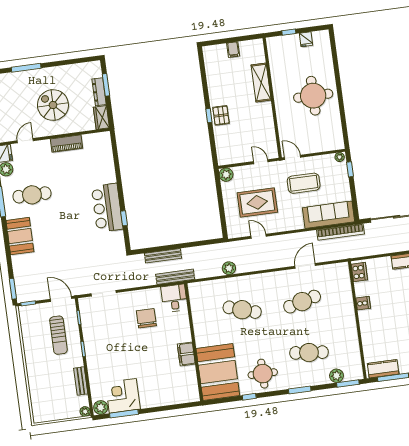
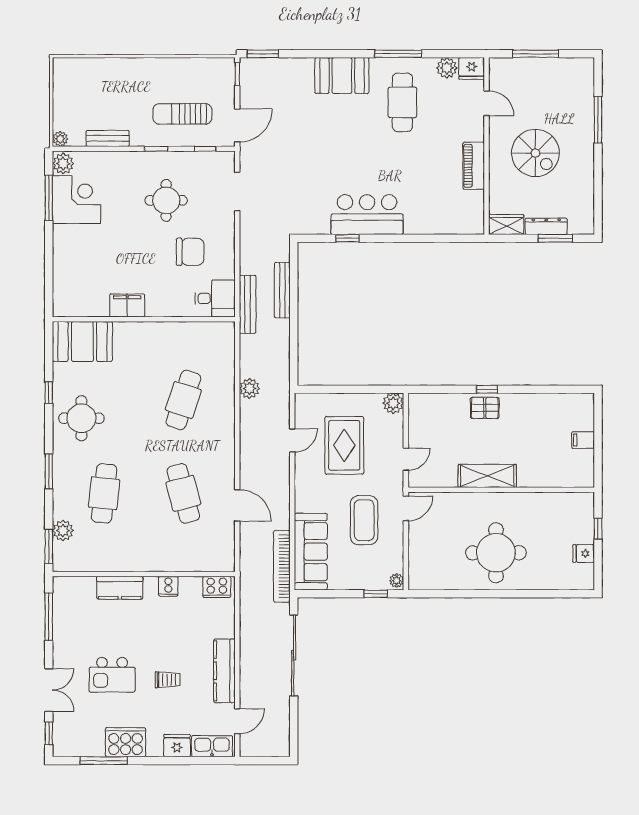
shelving: (261, 83) -> (487, 476), moved
spiral stairs: (53, 105) -> (535, 153), turned 90
round table: (115, 338) -> (166, 200), added
kitchen counter: (383, 369) -> (120, 588), moved, turned 90
booth: (218, 372) -> (82, 341), width x0.73, depth x0.70

